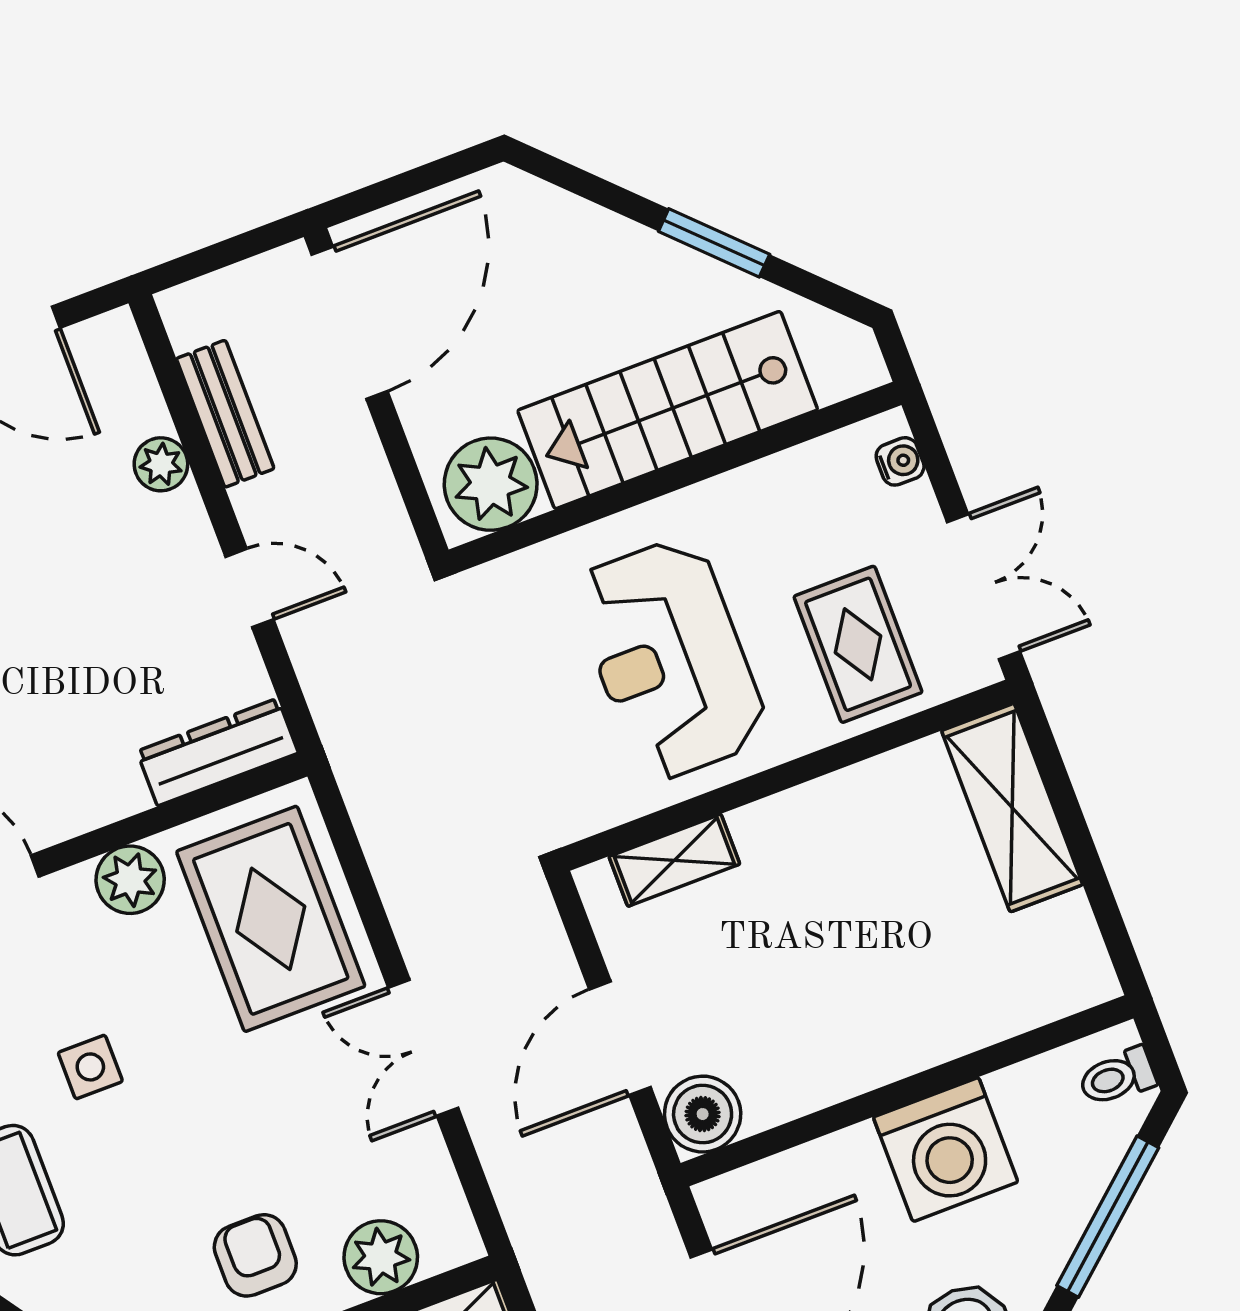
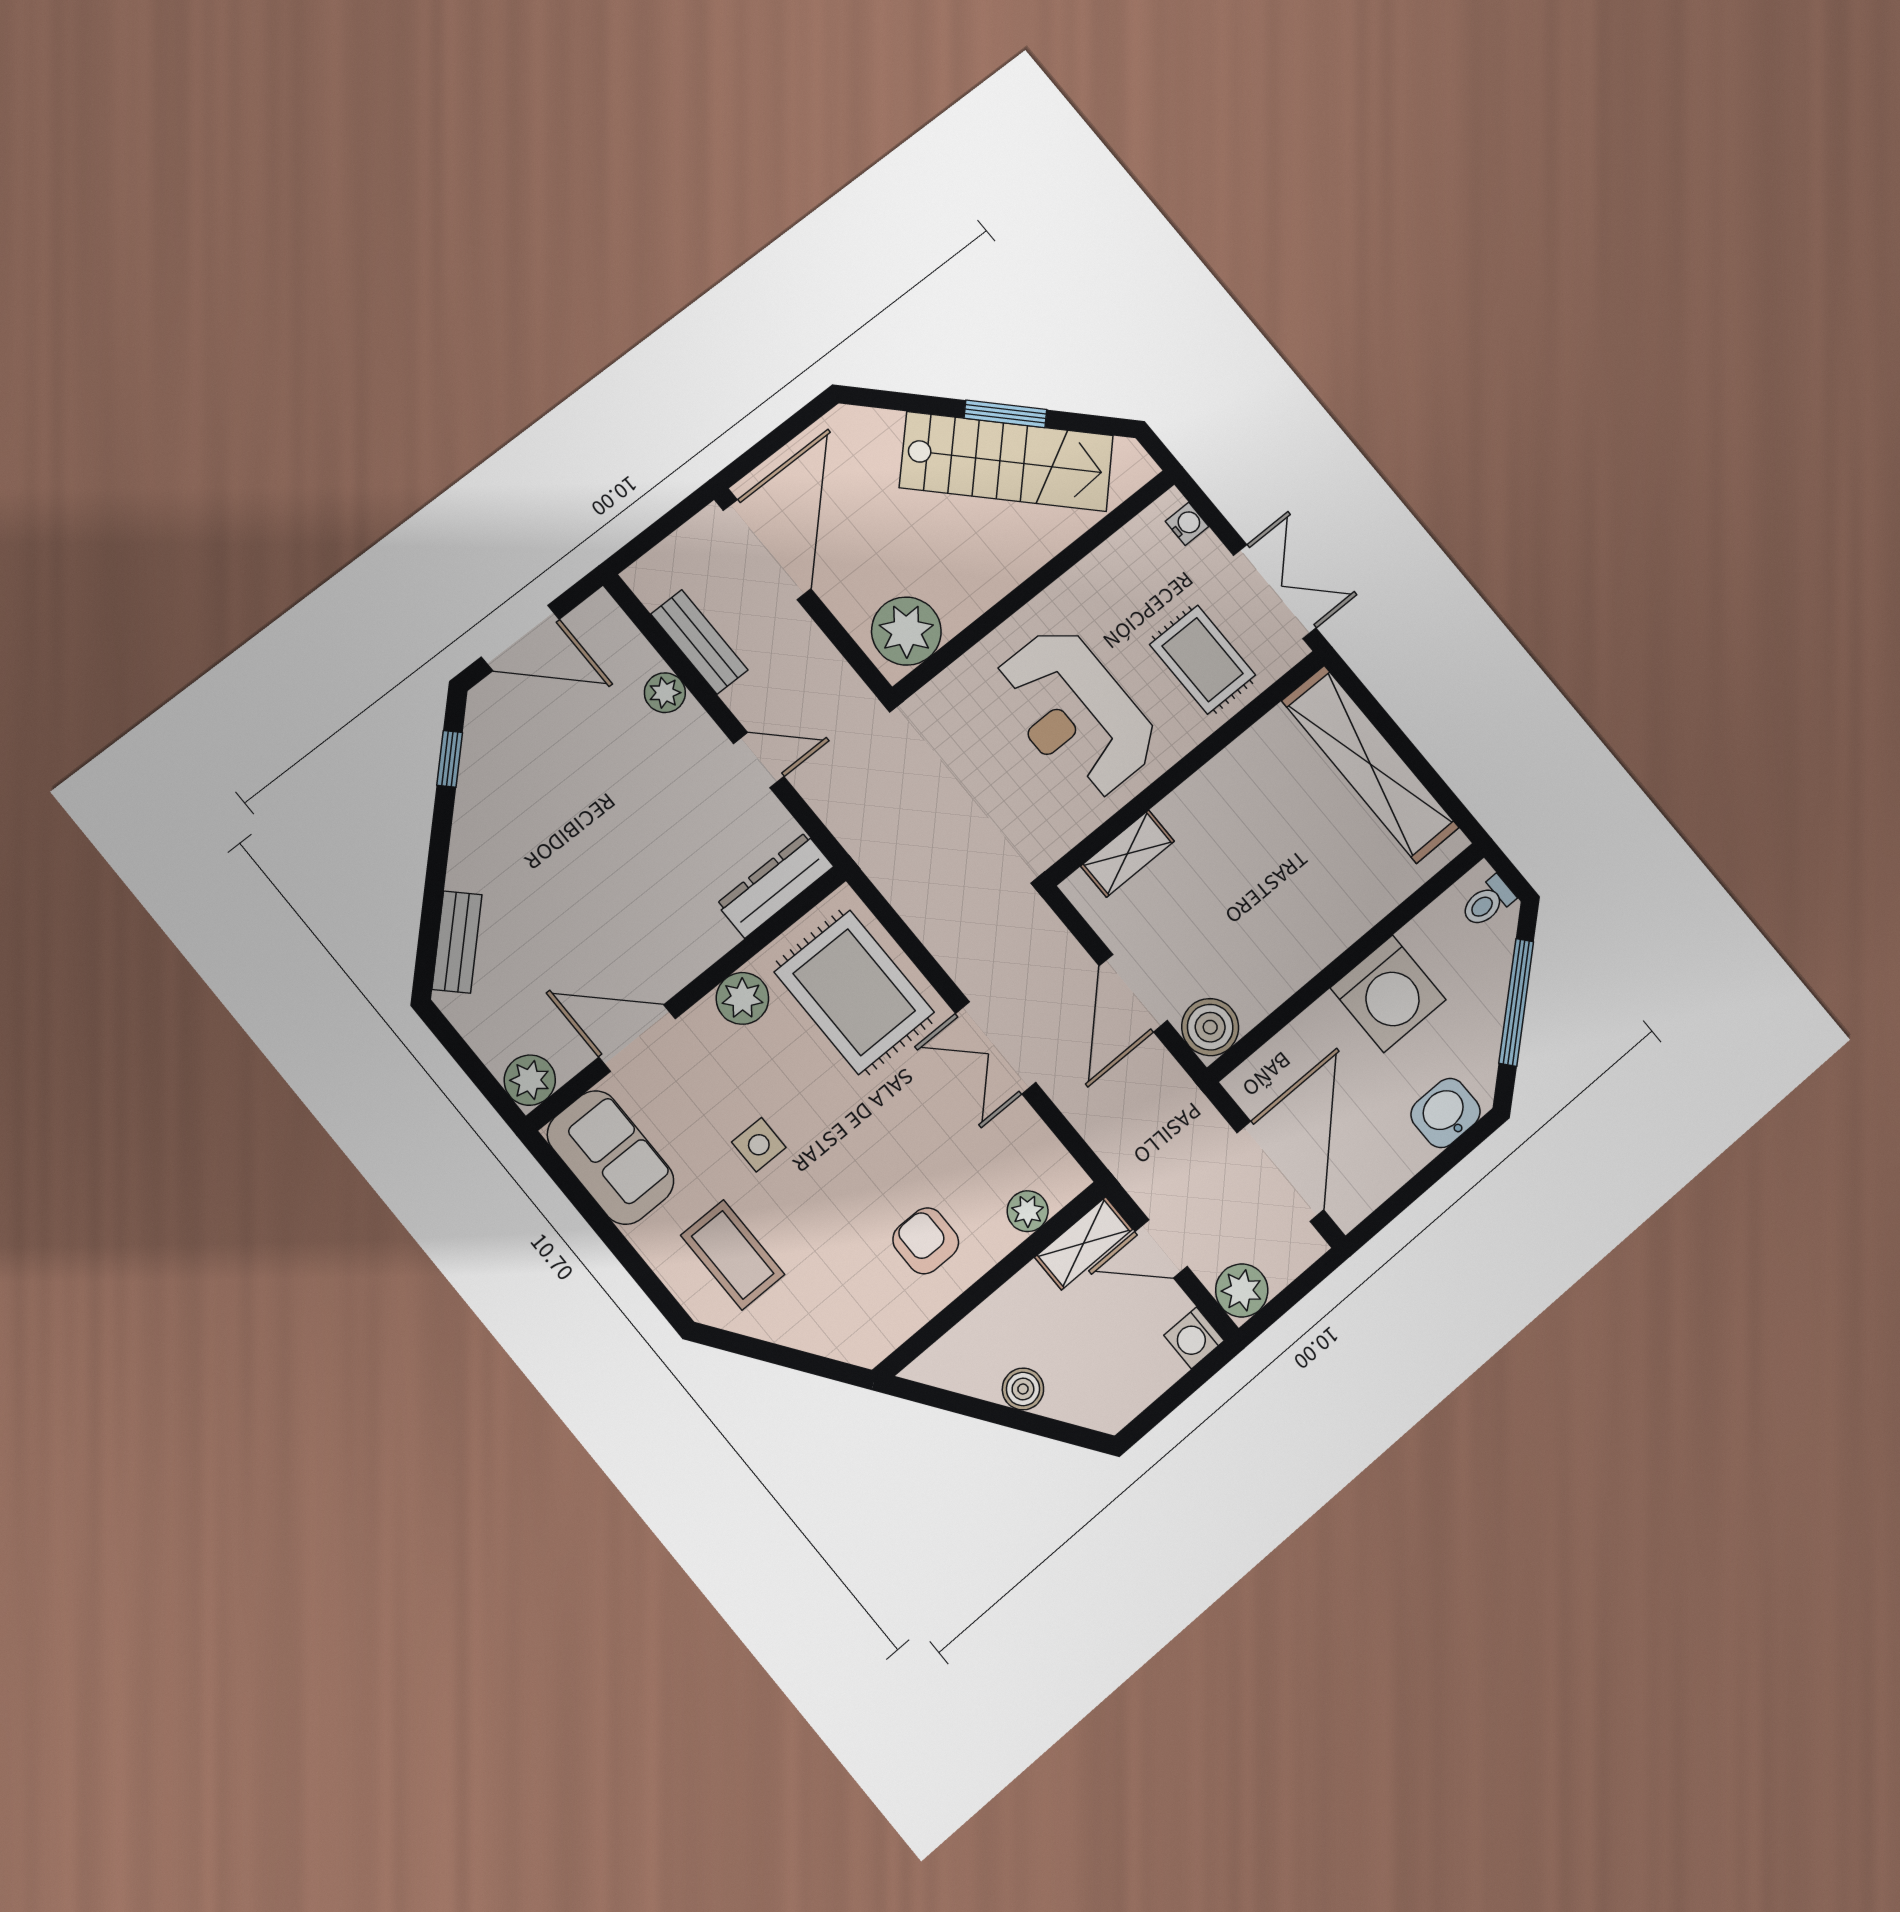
stairs: (668, 410) -> (1007, 462), moved, turned -135
shelving: (1012, 808) -> (1370, 764), width x1.47
plant: (381, 1257) -> (1028, 1211), width x0.73, depth x0.73

